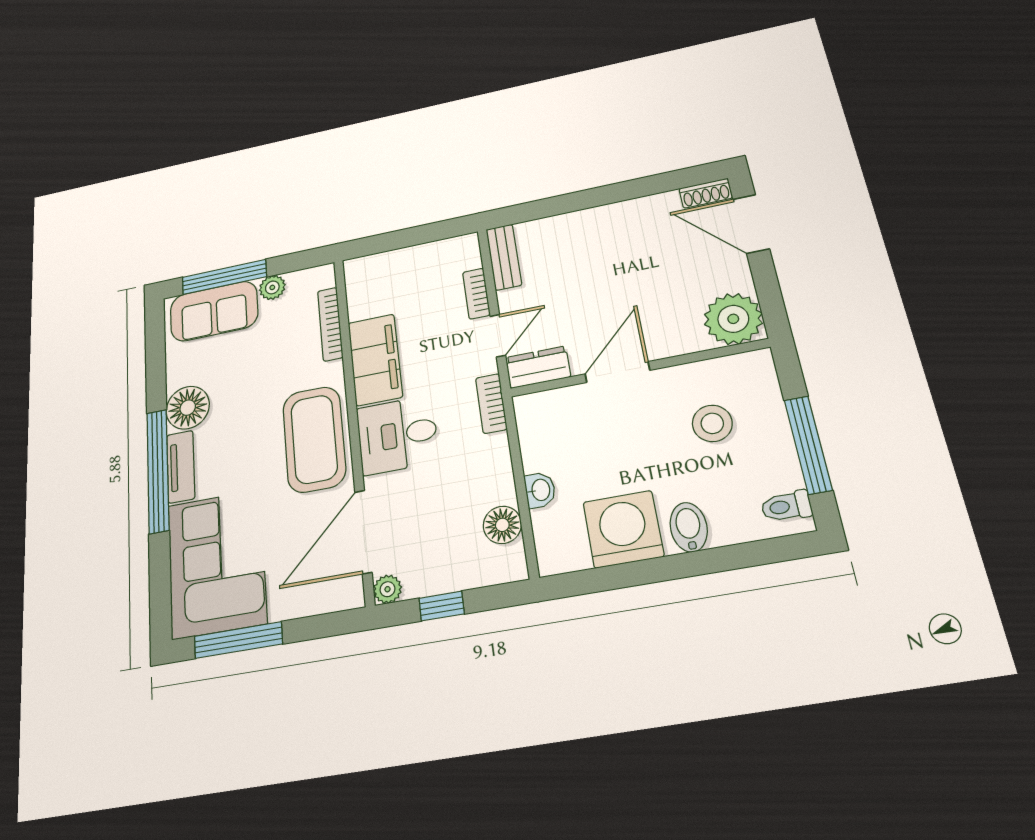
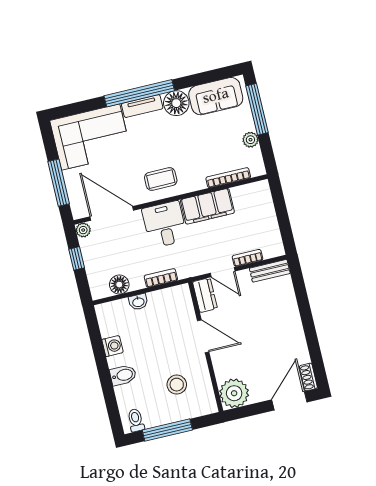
sofa: (214, 311) -> (216, 96), moved, turned -90
bookcase: (491, 404) -> (161, 278), moved
coffee table: (314, 439) -> (161, 179), width x0.54, depth x0.58
washing machine: (623, 529) -> (113, 346), width x0.53, depth x0.53
window: (238, 640) -> (59, 183), moved

